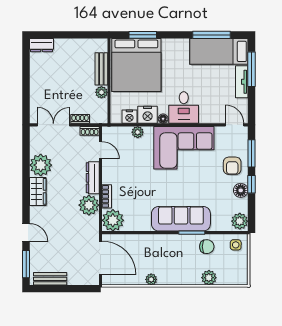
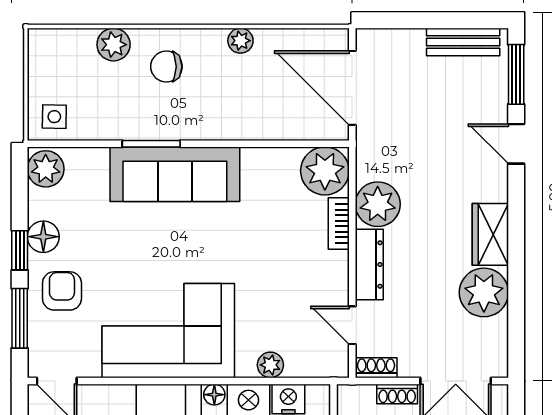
chair: (207, 247) -> (166, 67), moved

